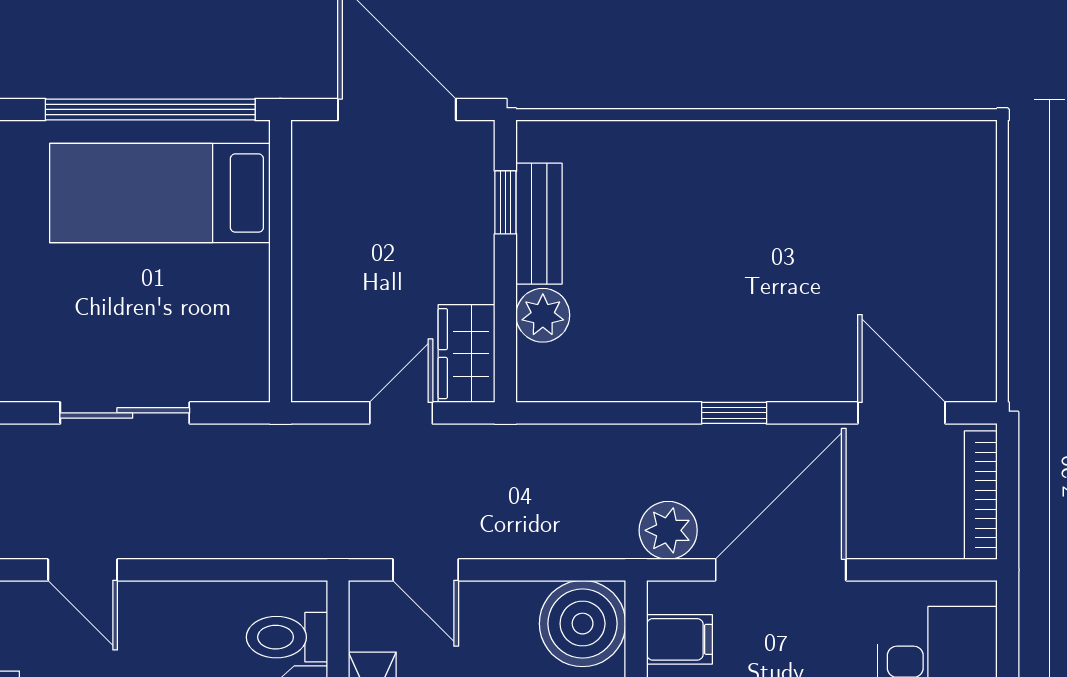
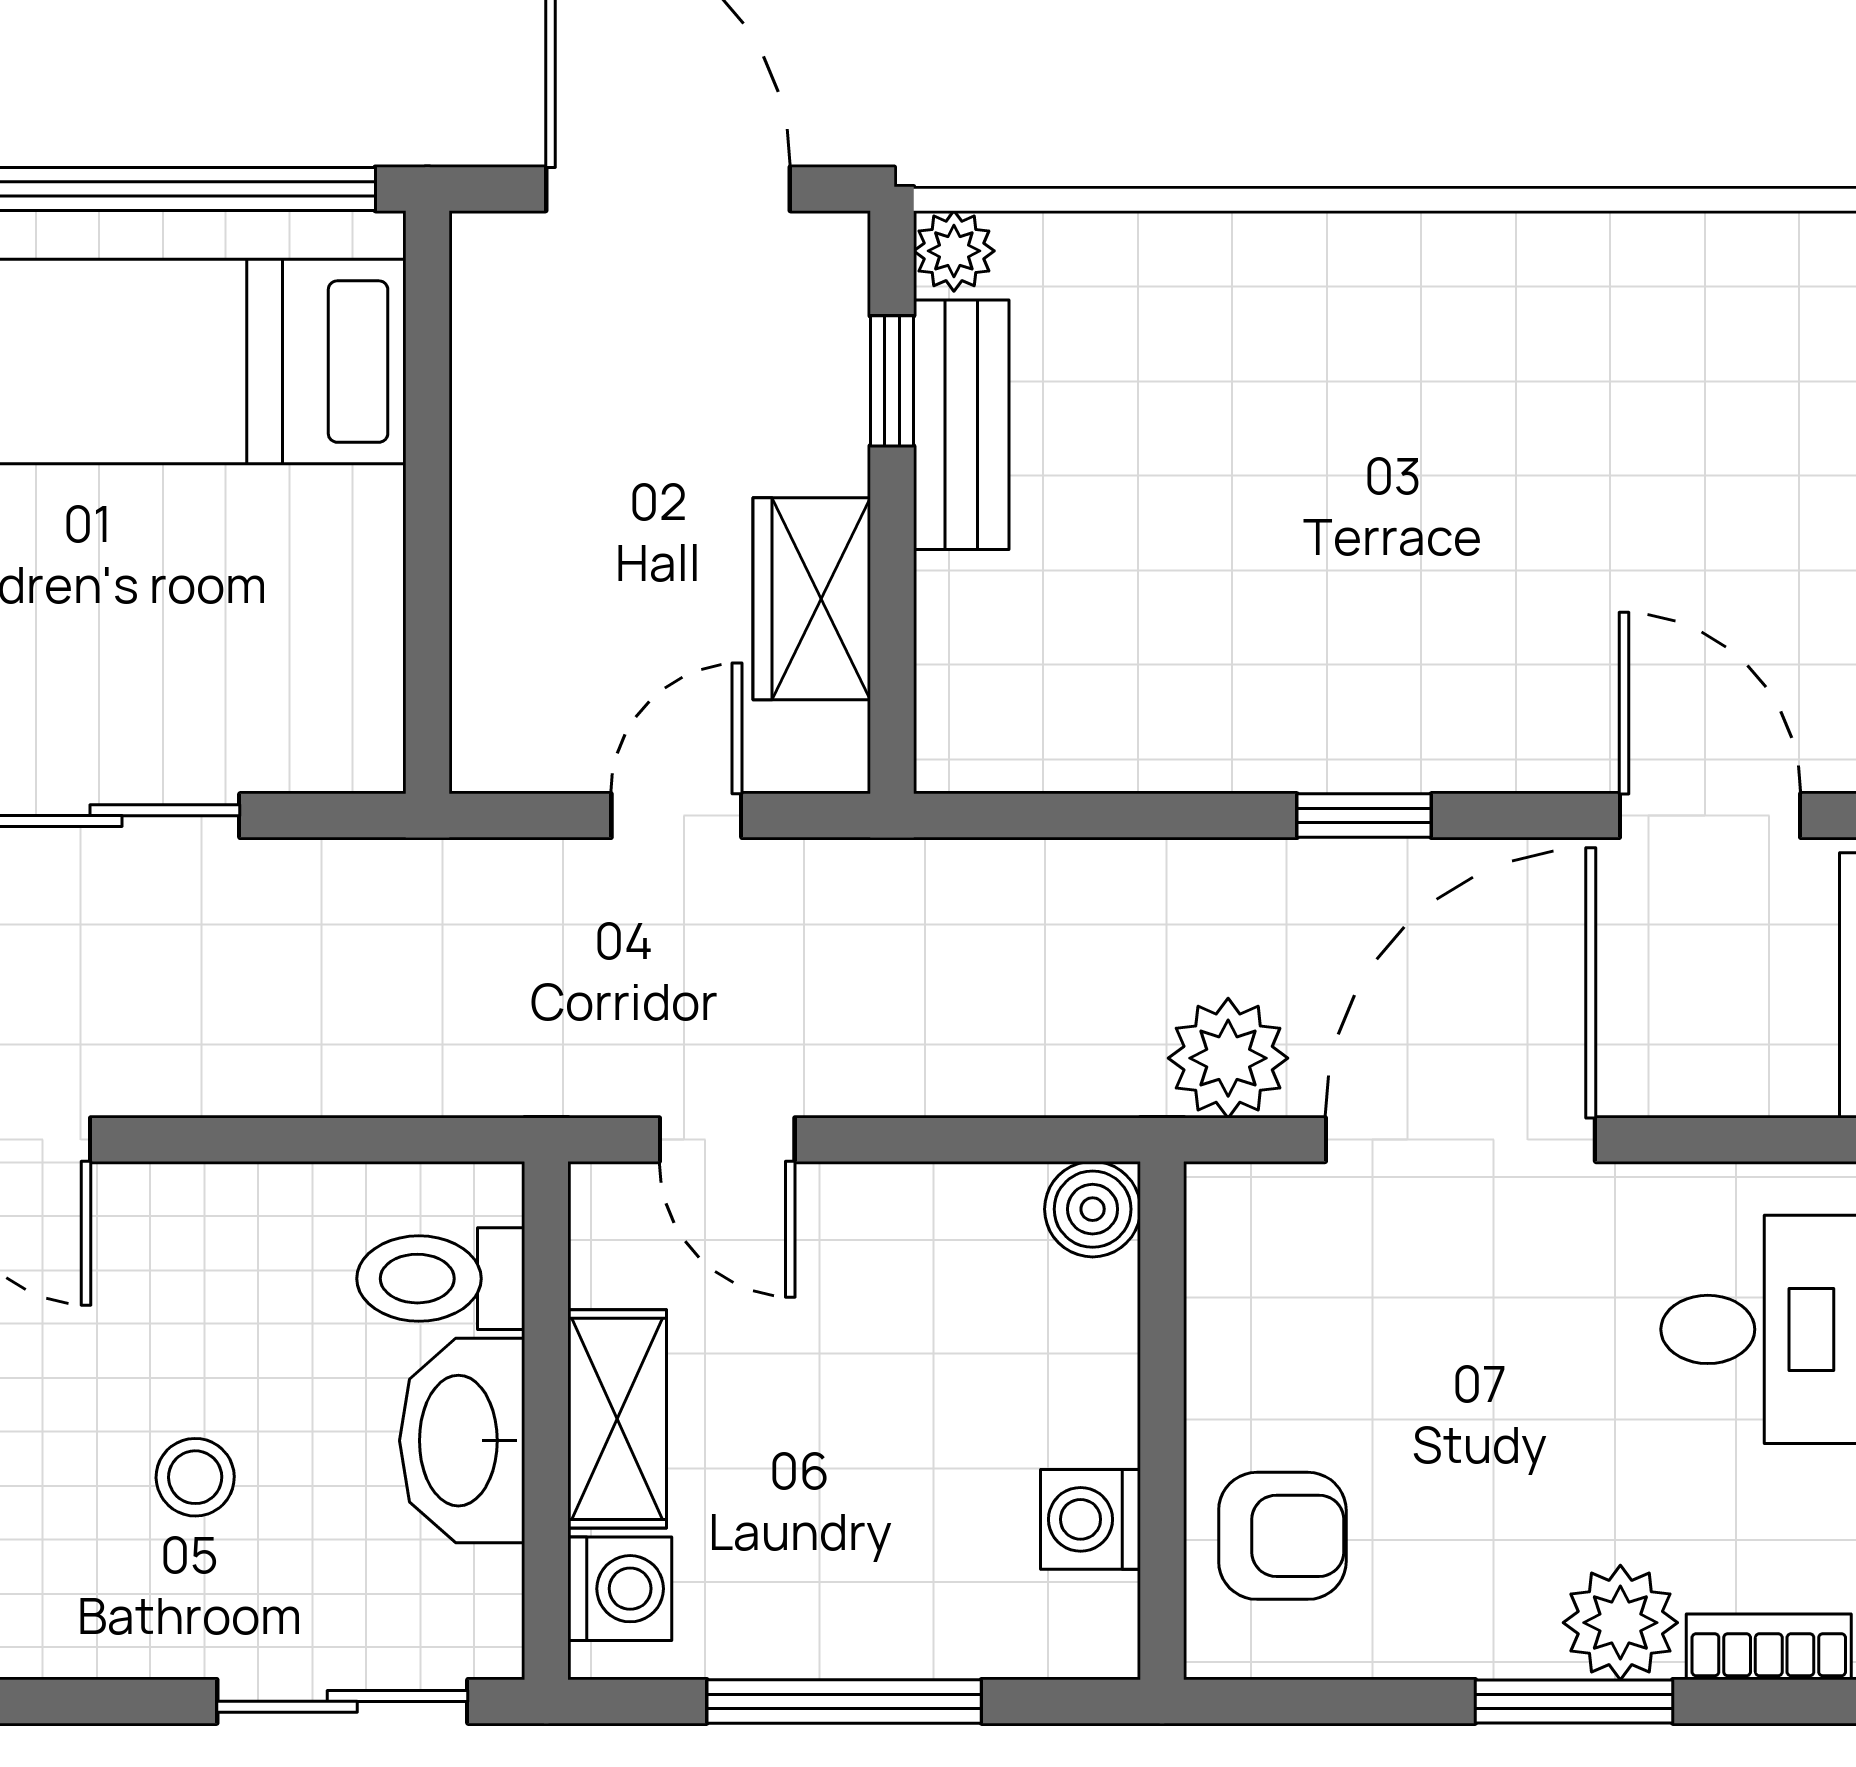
plant: (543, 315) -> (954, 251), moved, width x0.73, depth x0.73
wardrobe: (467, 354) -> (812, 599), moved
boiler: (583, 624) -> (1093, 1209), width x0.54, depth x0.54
filing cabinet: (680, 639) -> (1252, 1283), removed

